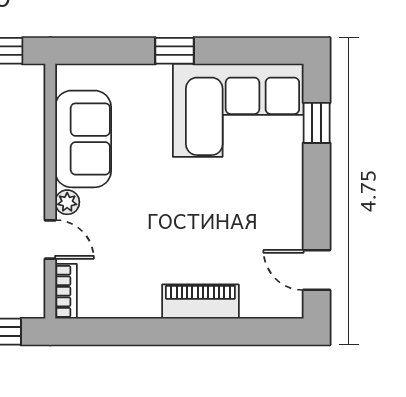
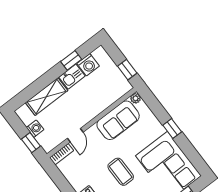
plant: (67, 202) -> (136, 98), moved
coffee table: (182, 207) -> (121, 172), added

